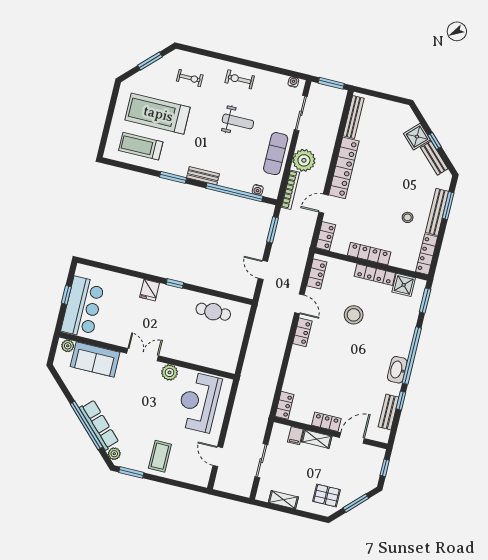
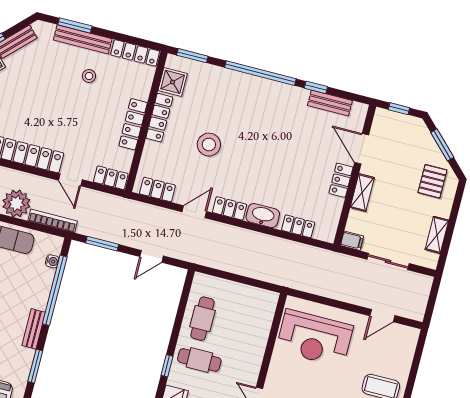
cafe table: (180, 310) -> (199, 360), added
washbasin: (397, 370) -> (263, 216), moved, turned 180
plant: (170, 372) -> (277, 374), removed
locker: (284, 405) -> (298, 226), moved
filing cabinet: (295, 436) -> (352, 241), moved

